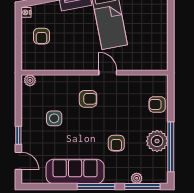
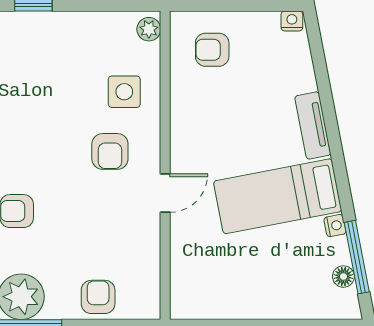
armchair: (42, 36) -> (212, 50), moved
side table: (54, 118) -> (124, 92), moved

